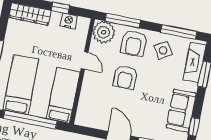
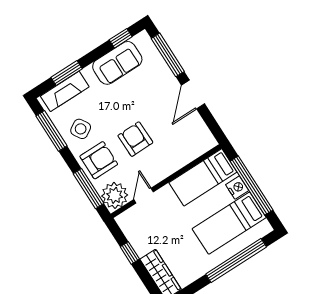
nightstand: (69, 21) -> (237, 188), moved, turned 180
door: (85, 60) -> (144, 196), moved
armchair: (125, 77) -> (135, 139), turned -91

